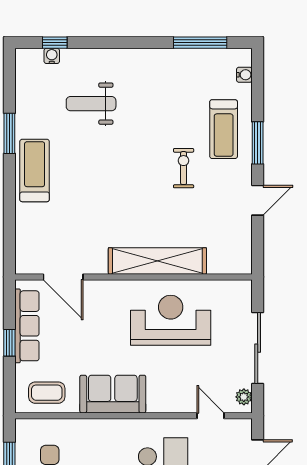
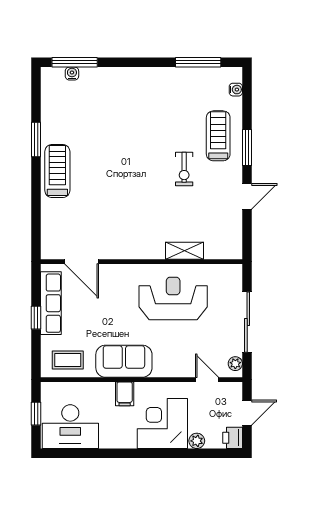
window: (55, 43) -> (75, 62), width x2.17
weight bench: (91, 104) -> (105, 114), removed
treadmill: (224, 129) -> (218, 136), turned 180
exercise bike: (184, 168) -> (184, 169), turned 180
shelving: (157, 261) -> (185, 251), width x0.45, depth x0.75
filing cabinet: (114, 432) -> (125, 394), added

